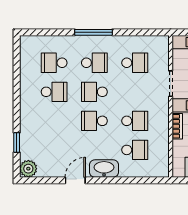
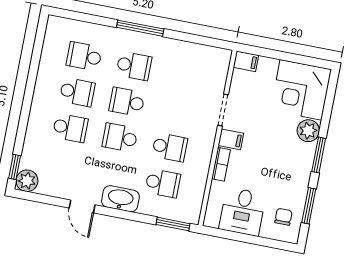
school desk: (135, 63) -> (70, 128), moved
window: (17, 143) -> (15, 167), moved
door: (75, 180) -> (82, 206), swing flipped
window: (149, 180) -> (173, 224), added

